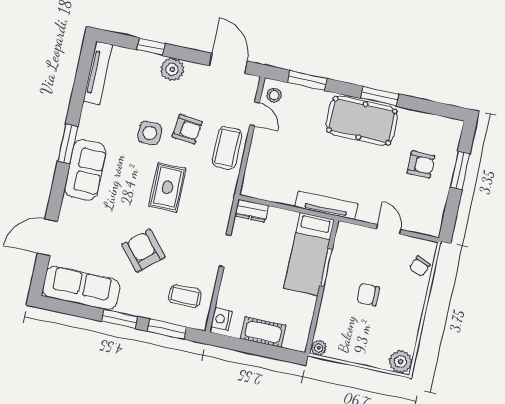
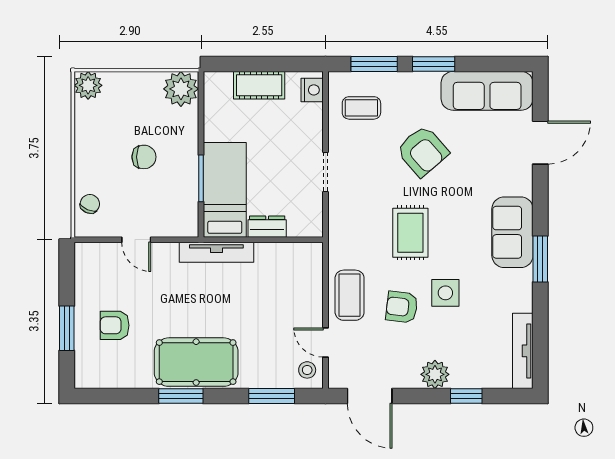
dresser: (252, 211) -> (267, 227), moved
plant: (319, 348) -> (181, 89), width x1.88, depth x1.88

